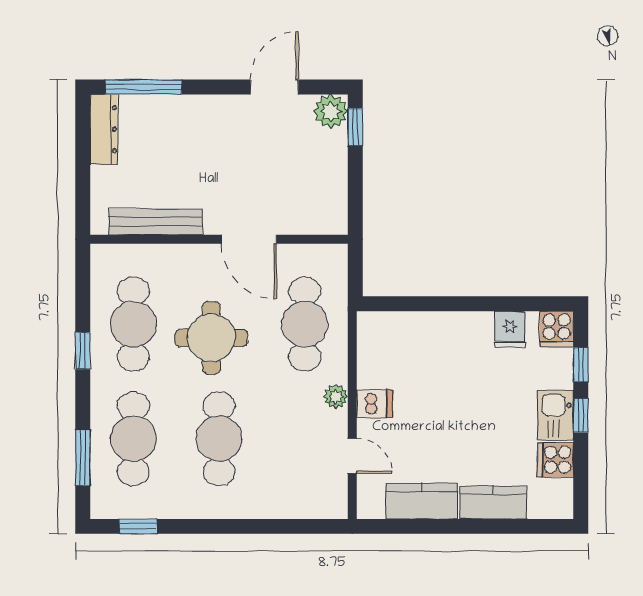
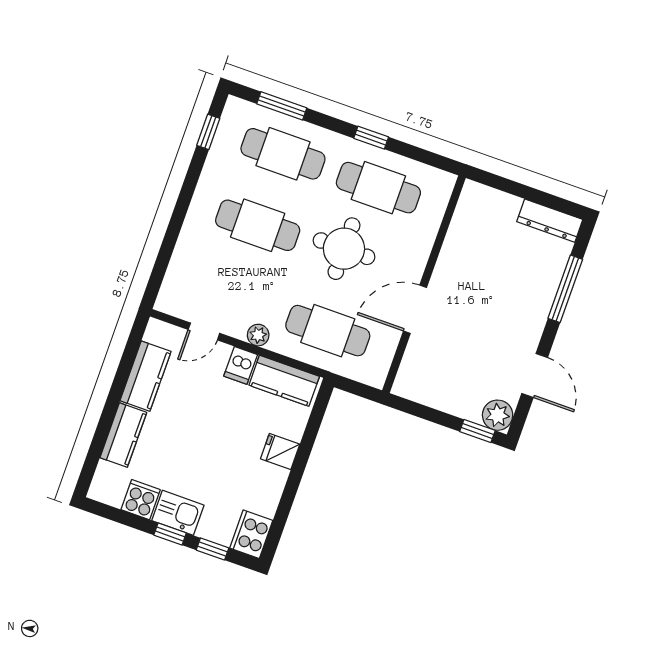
window: (144, 87) -> (565, 289), moved
bench: (155, 222) -> (457, 236), removed
fridge: (510, 329) -> (280, 451), moved
cooker: (557, 329) -> (251, 534), width x1.36
kitchen counter: (375, 352) -> (284, 381), added

